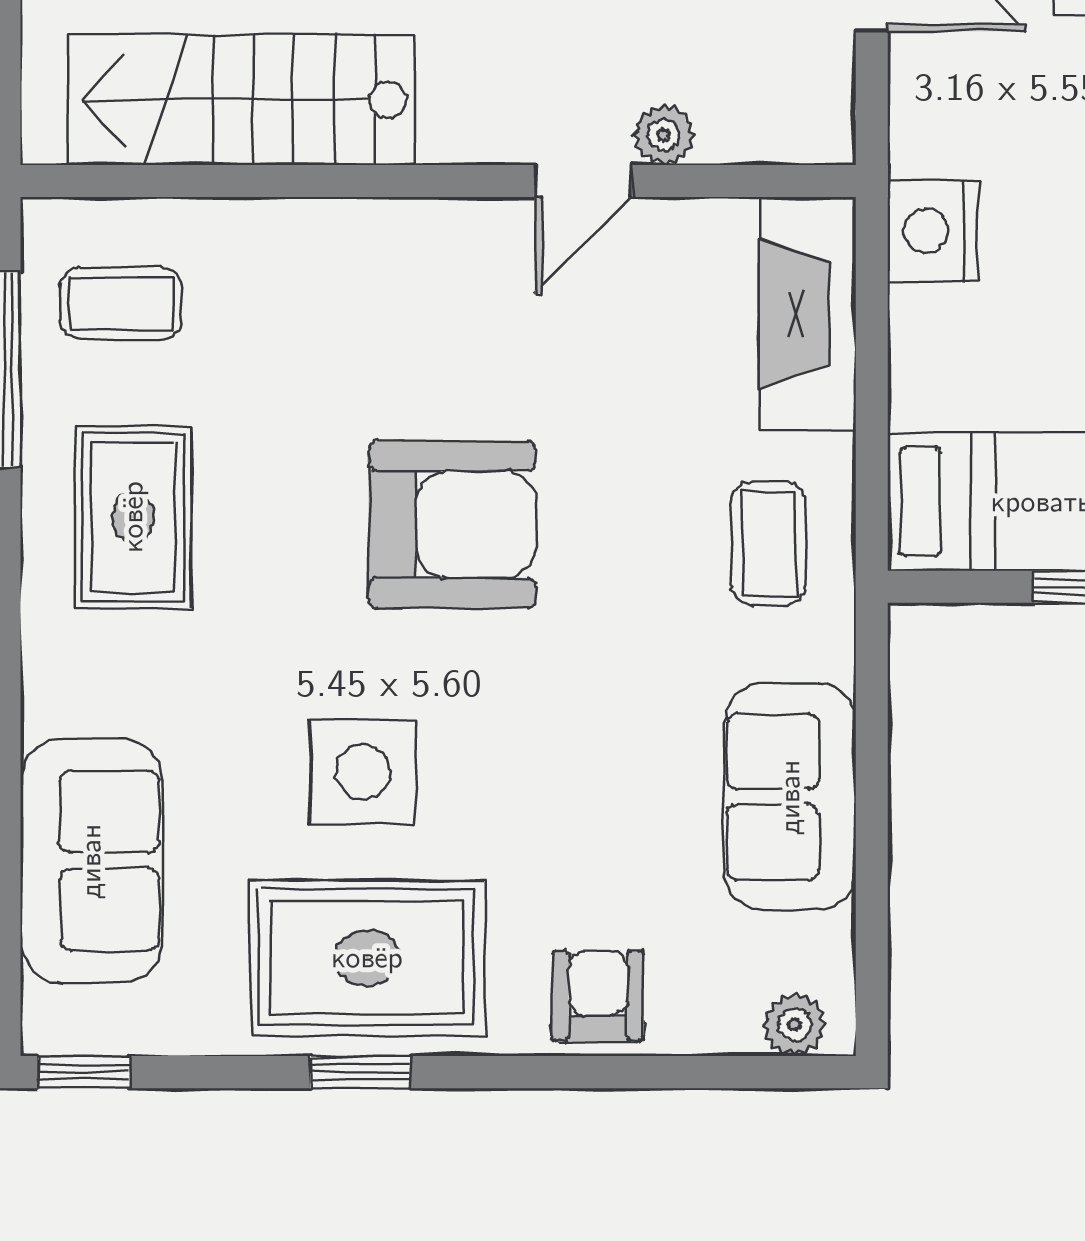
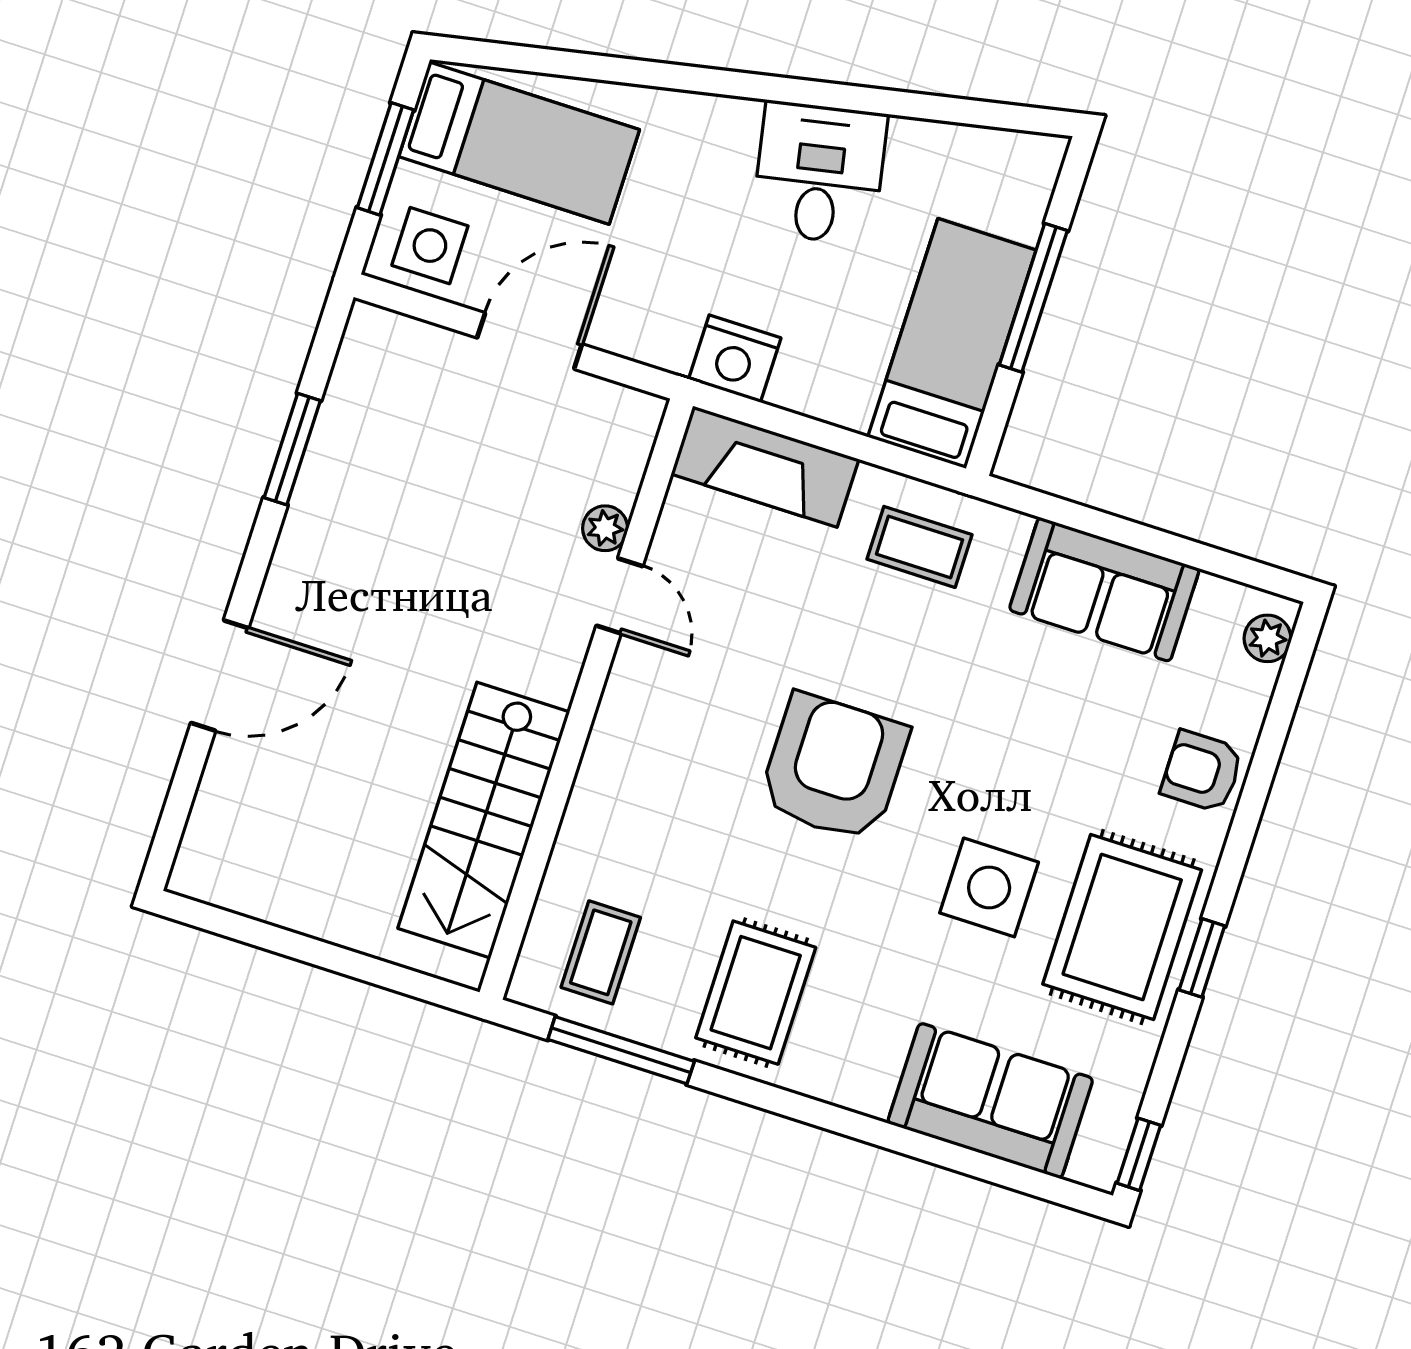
rug: (133, 517) -> (756, 993), turned 90

